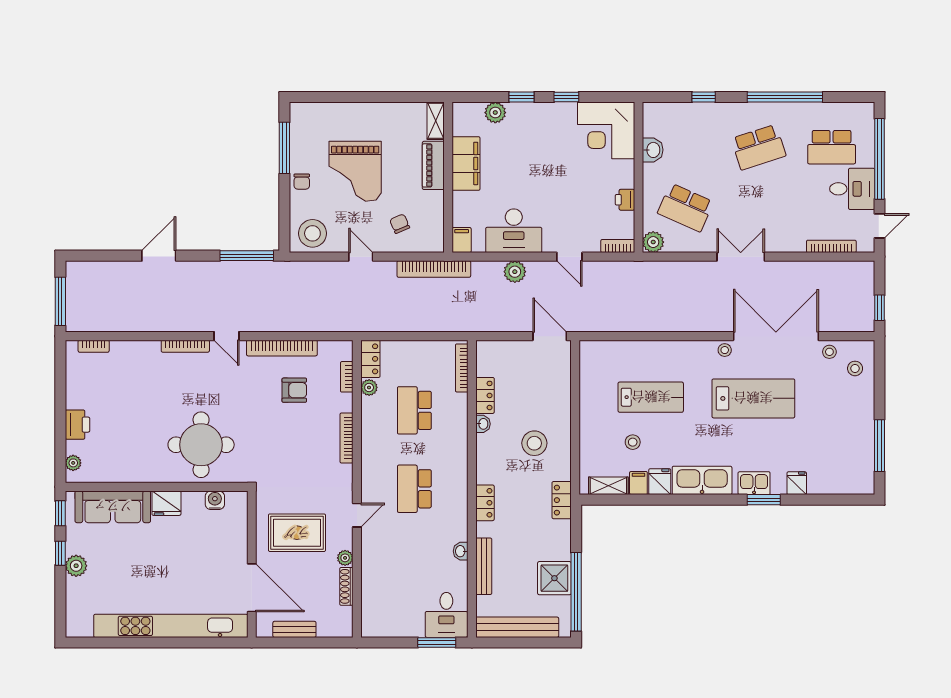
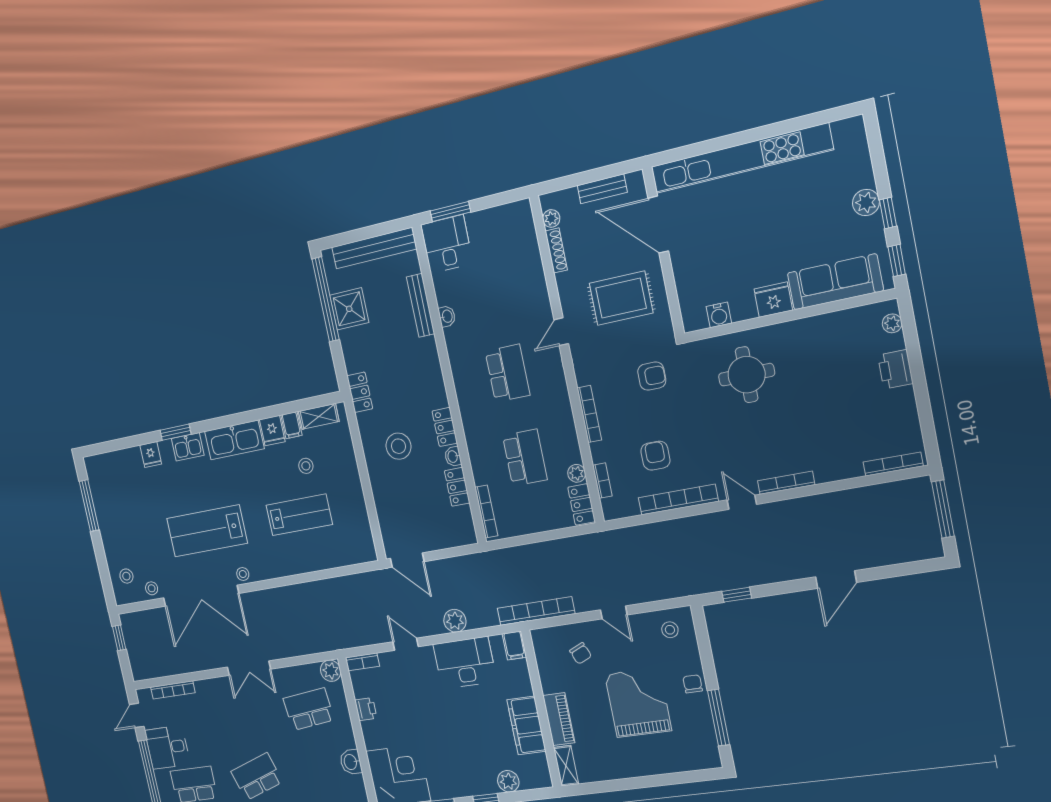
school desk: (685, 208) -> (309, 709), turned -30
stool: (312, 233) -> (670, 630), width x0.53, depth x0.53
window: (247, 256) -> (737, 595), width x0.46
bookcase: (94, 346) -> (893, 464), width x1.56
armchair: (294, 390) -> (655, 456), turned 90
lab bench: (651, 397) -> (299, 515), turned 180
round table: (201, 445) -> (747, 375), width x0.73, depth x0.73
armchair: (283, 460) -> (652, 376), added
locker: (485, 503) -> (445, 427), moved
plant: (345, 558) -> (551, 218), moved

